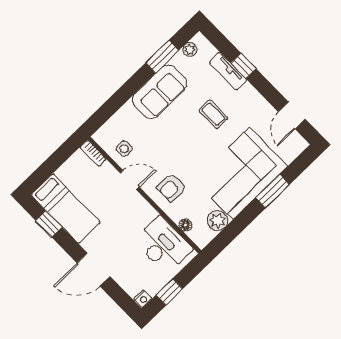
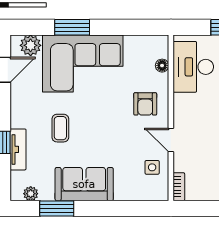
armchair: (171, 187) -> (145, 104), turned 90
plant: (218, 221) -> (31, 45), moved

